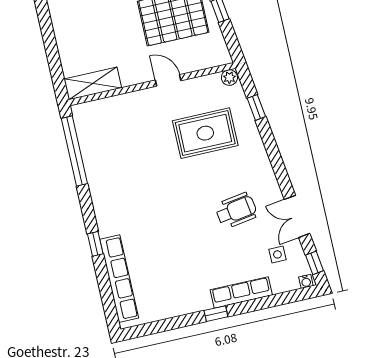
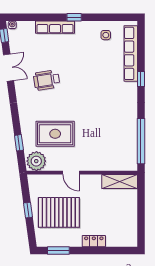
plant: (229, 78) -> (36, 161), width x1.87, depth x1.87
side table: (277, 254) -> (106, 35), moved

